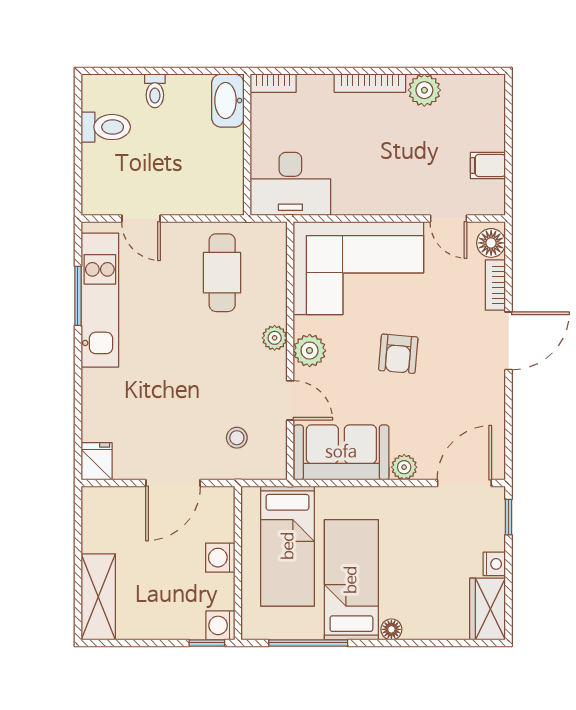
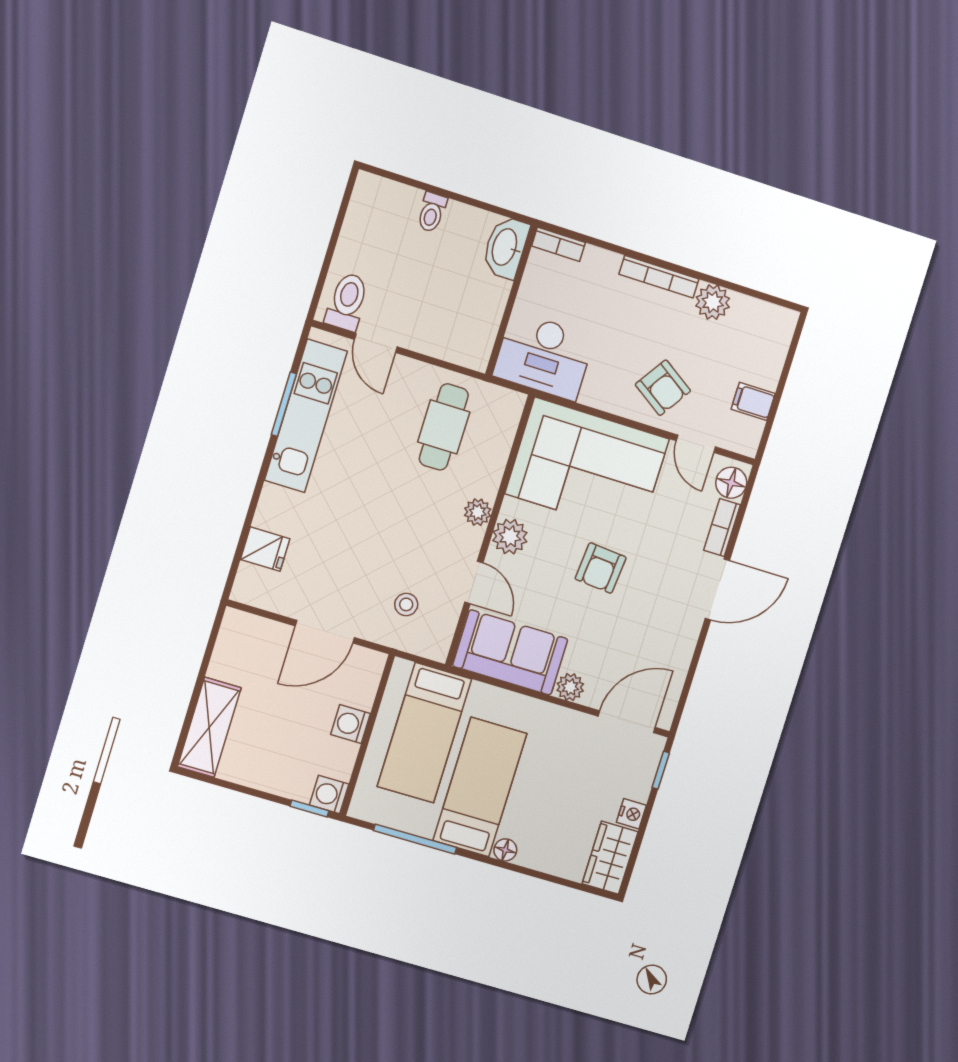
toilet: (106, 127) -> (347, 302), moved, turned -90
armchair: (404, 179) -> (663, 388), added
fridge: (97, 461) -> (265, 549), moved, turned 90

